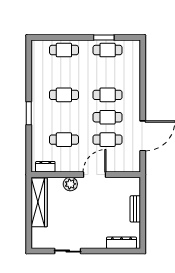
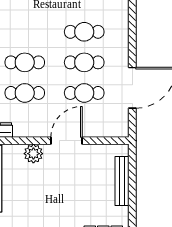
cafe table: (64, 95) -> (25, 62), moved
bench: (135, 209) -> (122, 181), width x1.36

